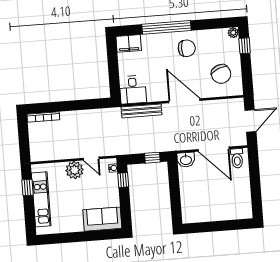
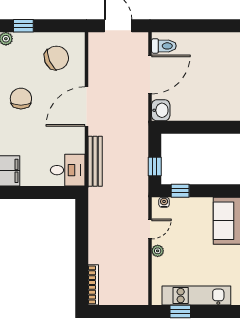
window: (152, 158) -> (155, 166), moved
plant: (75, 170) -> (158, 251), width x0.53, depth x0.53

